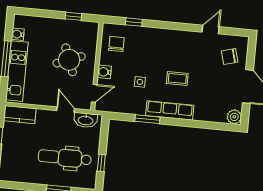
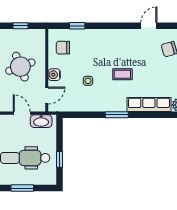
chair: (116, 44) -> (63, 48), turned -90
row of seats: (170, 110) -> (149, 105), moved
window: (147, 119) -> (117, 115), moved

